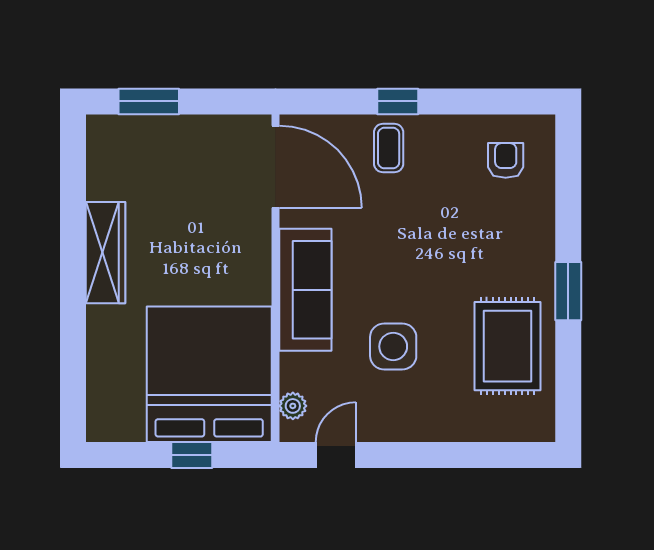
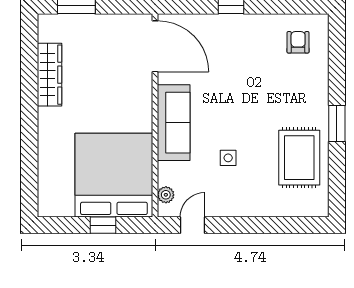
coffee table: (389, 148) -> (225, 35), removed
wardrobe: (105, 253) -> (49, 75), moved
side table: (393, 346) -> (228, 158), width x0.54, depth x0.54

